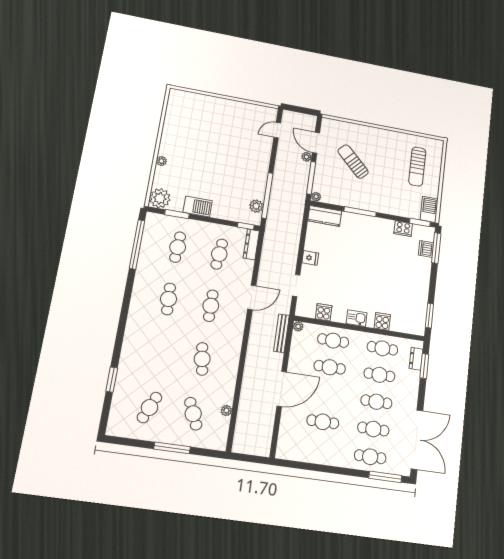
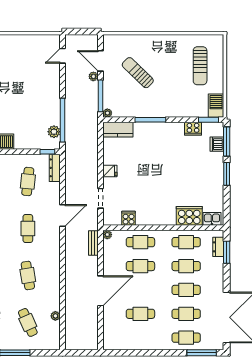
window: (429, 316) -> (227, 174), moved
kitchen sink: (357, 318) -> (212, 219), moved
cooker: (382, 321) -> (189, 216), width x1.87, depth x1.31
bench: (281, 333) -> (93, 243), width x0.73

